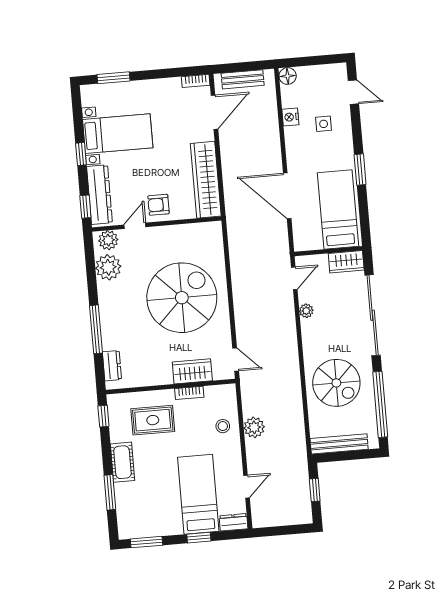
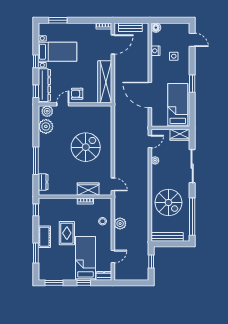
spiral stairs: (182, 298) -> (86, 147), width x0.73, depth x0.73
sliding door: (373, 315) -> (192, 166), width x0.73
rug: (153, 420) -> (67, 233), moved, turned 90

